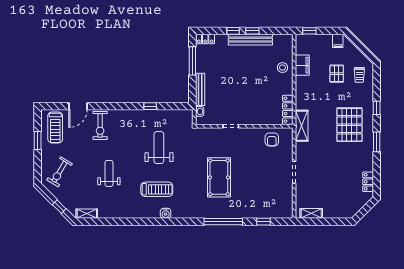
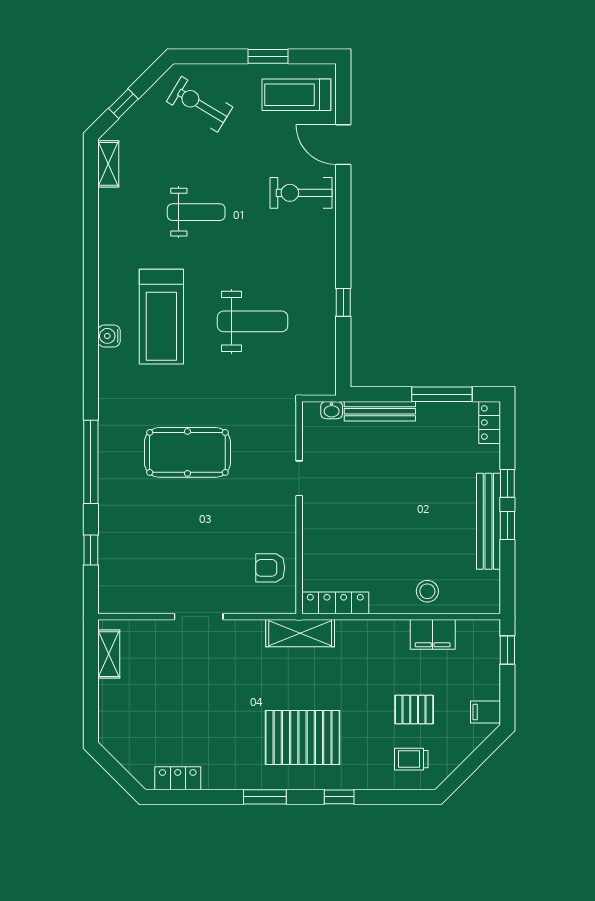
treadmill: (157, 189) -> (161, 317), width x1.37, depth x1.37

